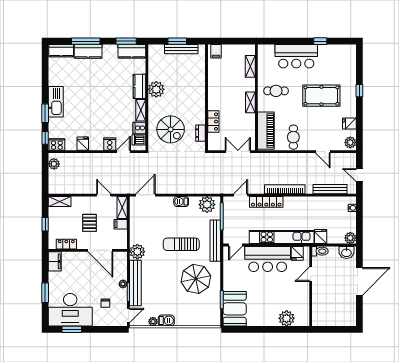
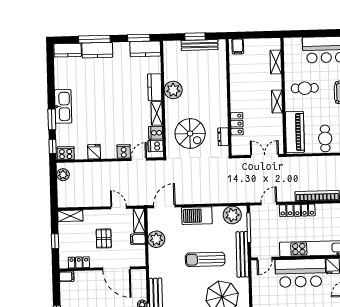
barbecue: (181, 202) -> (197, 216), width x1.88, depth x1.53
plant: (137, 252) -> (156, 239), moved
filing cabinet: (55, 261) -> (67, 276), width x0.50

